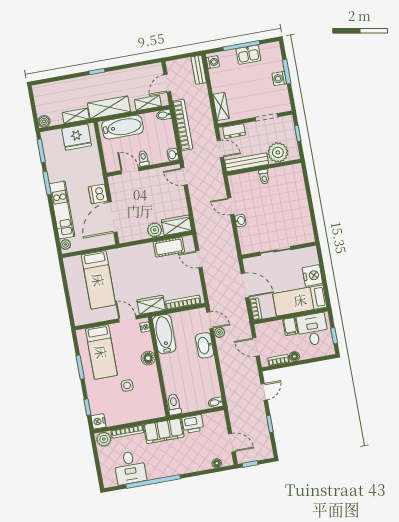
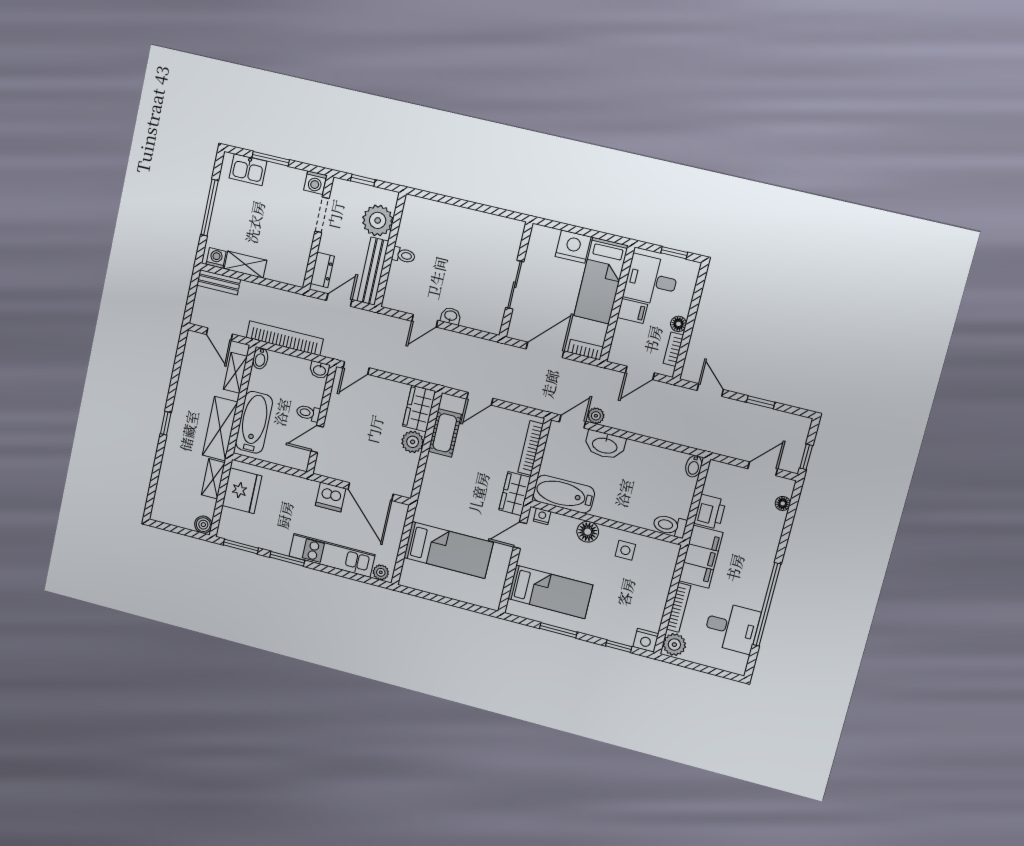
kitchen sink: (248, 55) -> (248, 170), moved, turned 90
washing machine: (279, 78) -> (315, 183), moved
shelving: (221, 106) -> (245, 265), moved
side table: (127, 385) -> (625, 550), moved

